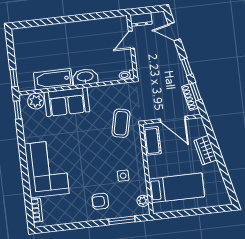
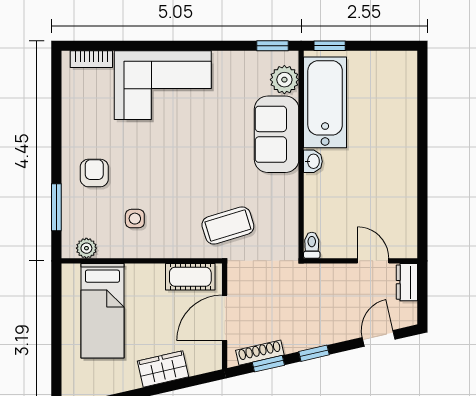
washbasin: (85, 77) -> (313, 161), width x0.52, depth x0.69
bathtub: (53, 79) -> (325, 102), width x1.36, depth x1.36
coffee table: (121, 123) -> (228, 226), turned -30

